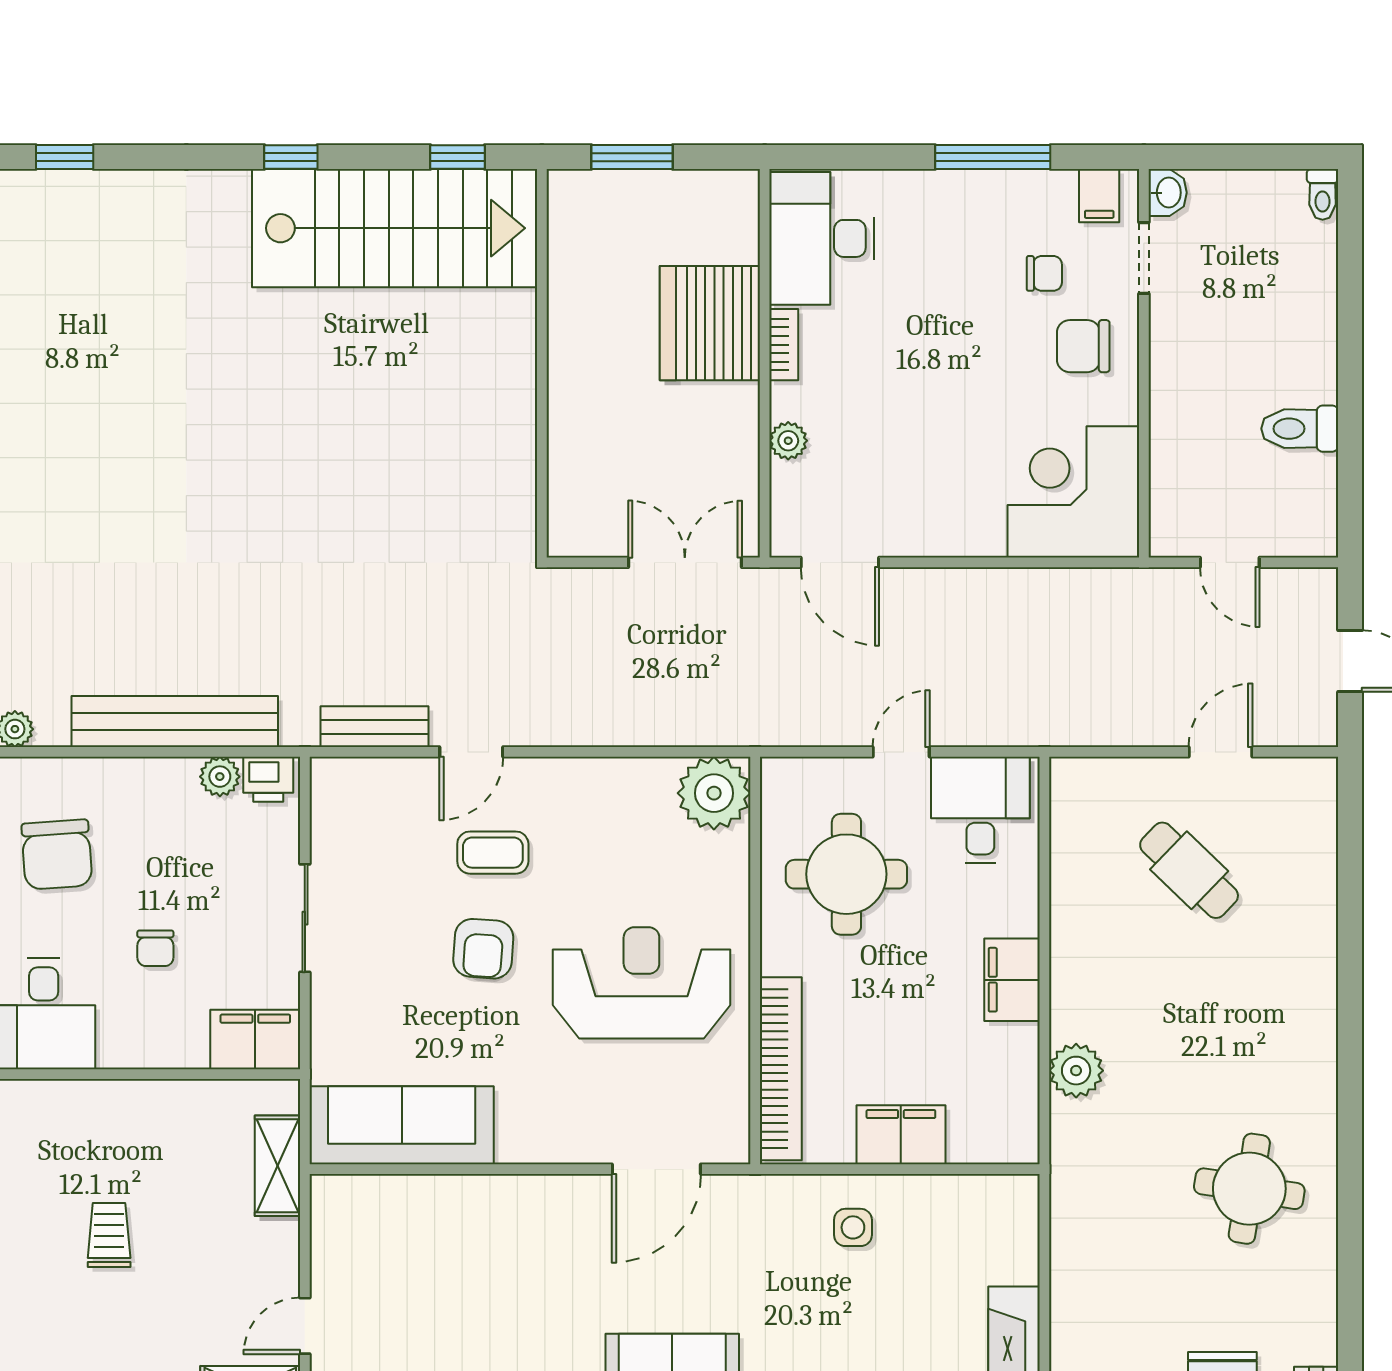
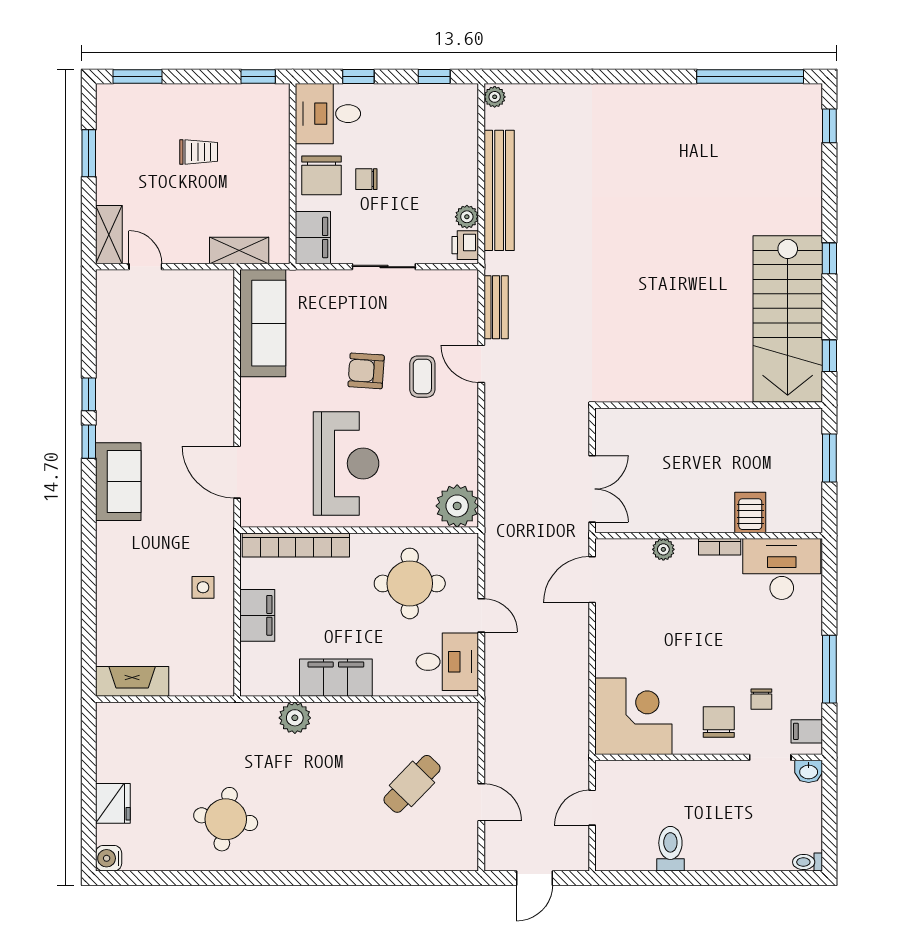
server rack: (710, 323) -> (750, 512), width x0.46, depth x0.70
chair: (57, 854) -> (322, 175), moved, turned -86
filing cabinet: (1012, 980) -> (336, 678), width x1.50, depth x1.17

